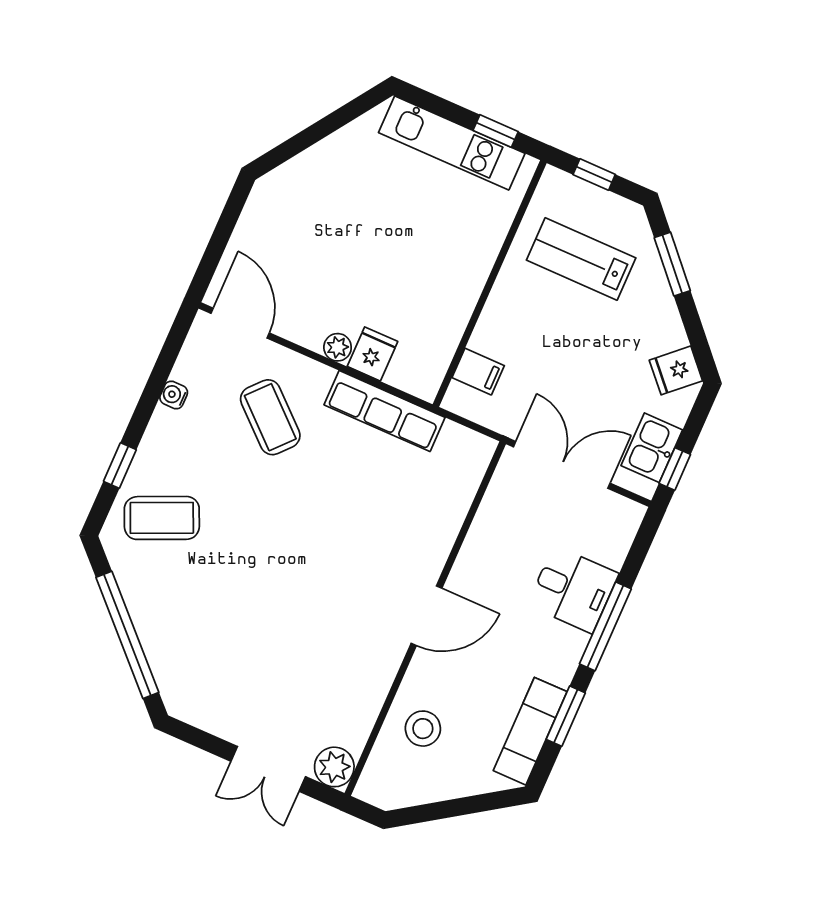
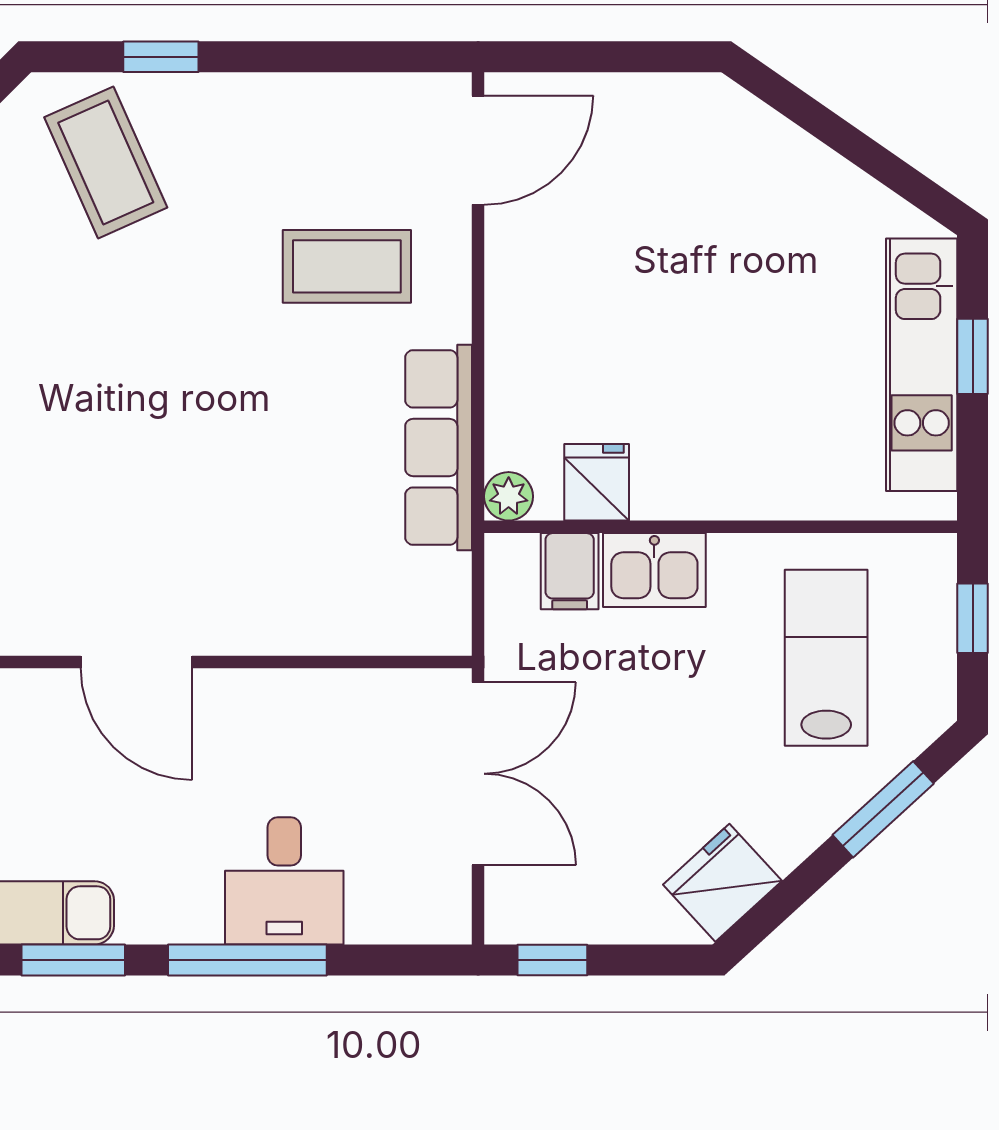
window: (496, 131) -> (973, 356), moved
plant: (338, 347) -> (509, 496), moved
fridge: (372, 354) -> (597, 482), moved, turned -90
fridge: (676, 370) -> (722, 883), width x1.38
water cooler: (174, 395) -> (314, 94), removed
coffee table: (270, 417) -> (347, 266), turned 48
kitchen sink: (652, 448) -> (654, 570), moved, turned 180

